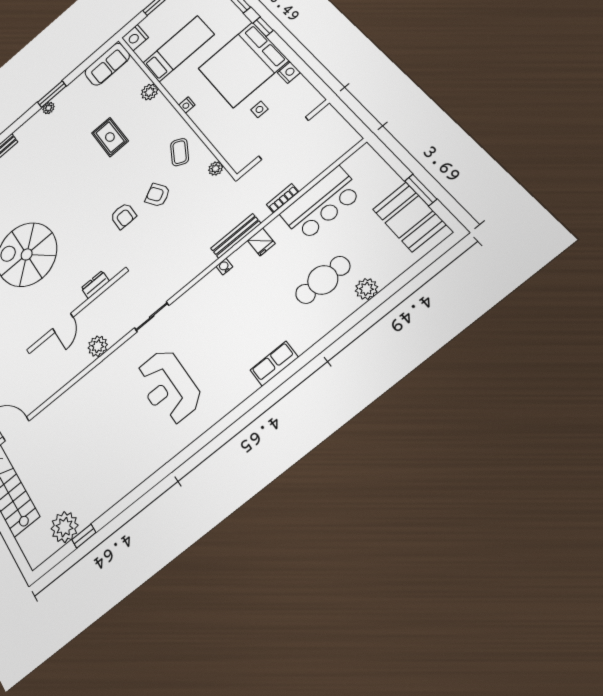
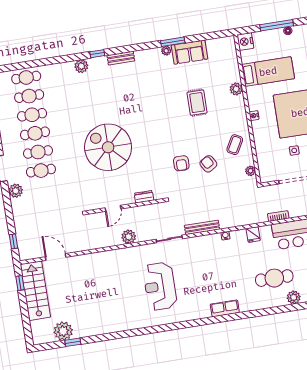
sofa: (107, 64) -> (189, 52), moved
bench: (236, 236) -> (202, 227), moved

